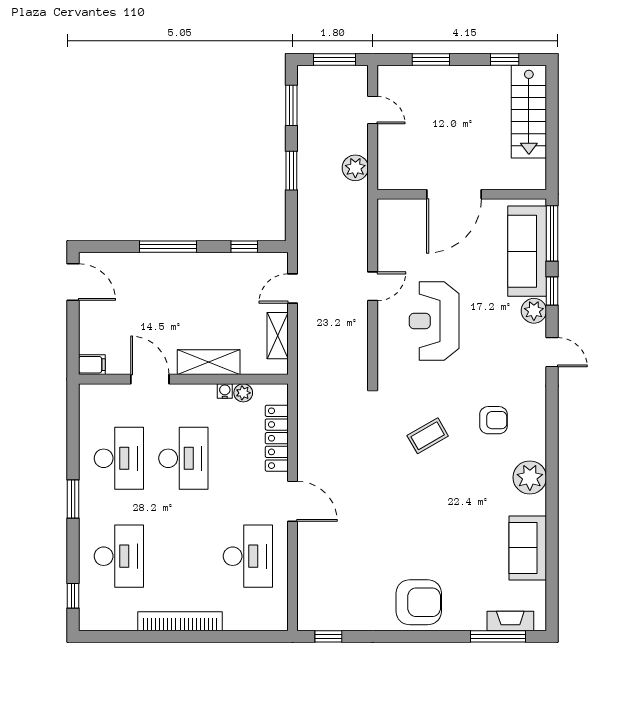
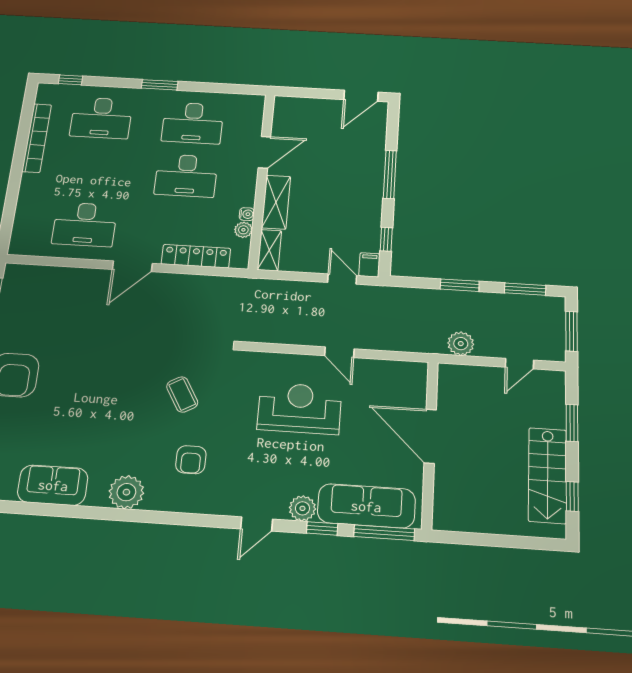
stairs: (529, 112) -> (548, 475), moved, turned -90
shelving: (278, 336) -> (269, 250), moved, turned 90
filing cabinet: (92, 365) -> (369, 265), moved, turned 180
bookcase: (180, 621) -> (37, 138), moved

